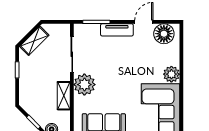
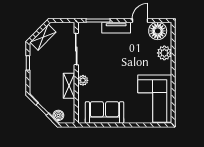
plant: (171, 74) -> (164, 53), moved
plant: (84, 85) -> (83, 80), width x0.53, depth x0.53

